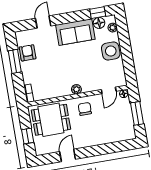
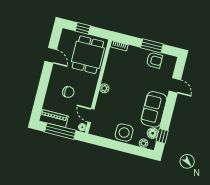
chair: (85, 109) -> (68, 92), moved
window: (137, 113) -> (60, 131), width x1.44
piano: (128, 125) -> (54, 118), added

